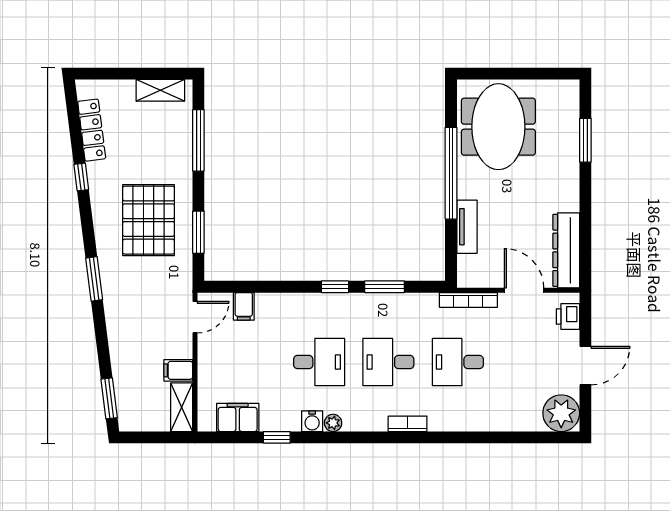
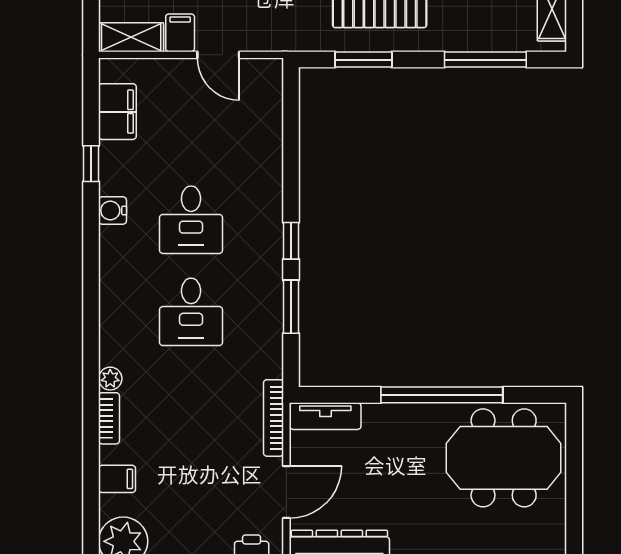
tv unit: (467, 227) -> (325, 416), moved
filing cabinet: (244, 306) -> (117, 479), moved, turned 180
door: (195, 317) -> (218, 55), moved
desk: (388, 362) -> (191, 312), turned 180
desk: (458, 362) -> (191, 404), removed
plant: (333, 423) -> (110, 379), moved
bookcase: (408, 424) -> (109, 418), moved

